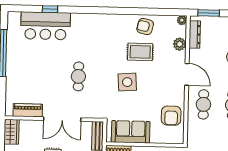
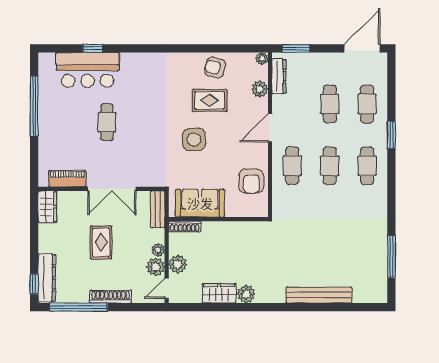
door: (187, 74) -> (270, 128), swing flipped
cafe table: (78, 76) -> (107, 122), moved

